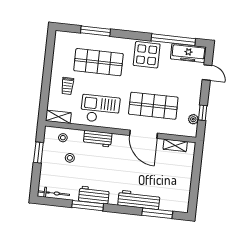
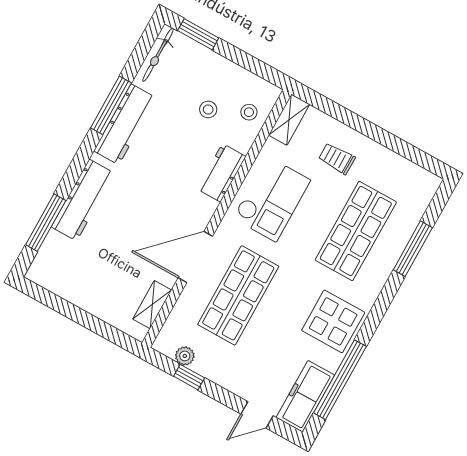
window: (38, 152) -> (198, 34), moved
workbench: (94, 195) -> (125, 124), width x1.38

